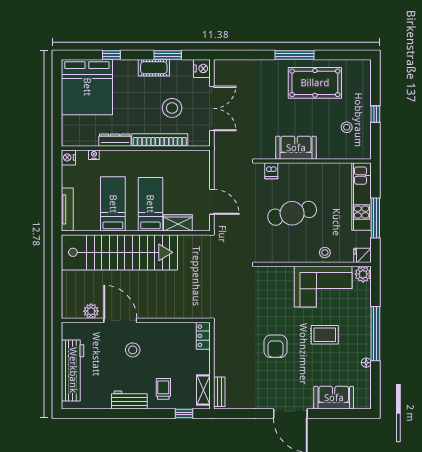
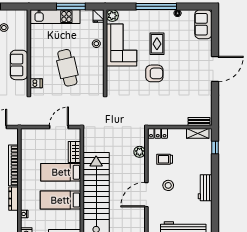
plant: (91, 311) -> (140, 152), moved
armchair: (276, 346) -> (154, 73), moved
trolley: (163, 389) -> (165, 159), moved
sofa: (334, 398) -> (203, 24), moved

